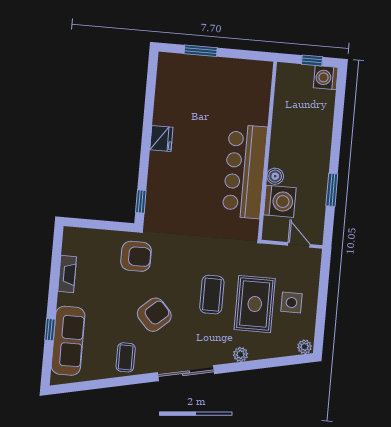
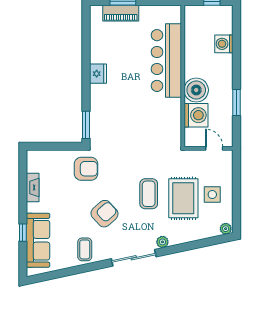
piano: (197, 65) -> (121, 13), added
washing machine: (326, 78) -> (224, 44), moved
bar counter: (245, 171) -> (166, 61), moved
boiler: (275, 176) -> (196, 90), width x1.86, depth x1.86
window: (141, 201) -> (86, 125), width x1.50
plant: (241, 354) -> (162, 242), moved

